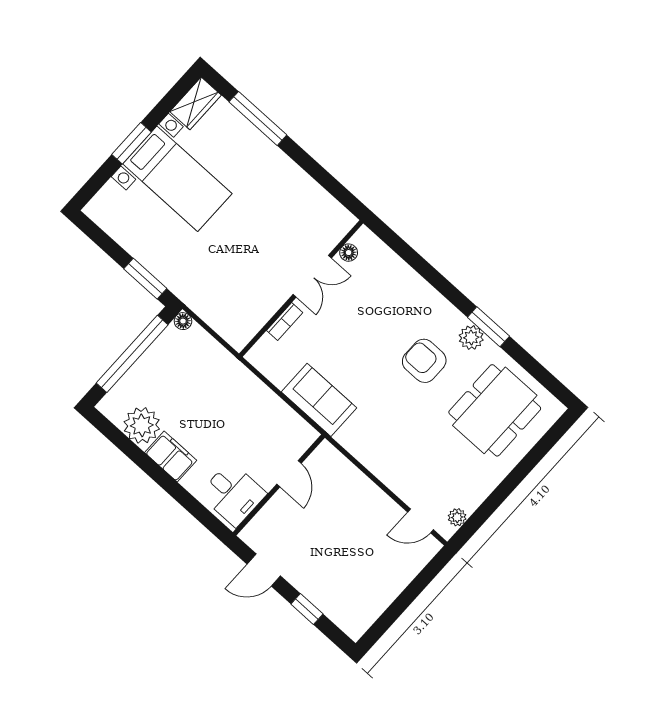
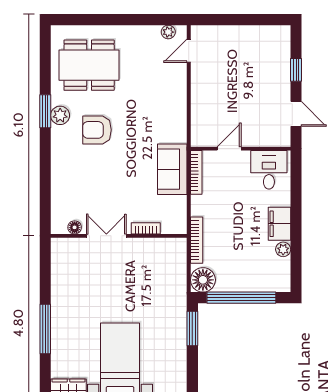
window: (258, 118) -> (45, 329), moved
floor lamp: (183, 321) -> (203, 280), width x1.89, depth x1.89
bookcase: (228, 361) -> (197, 240), added
armchair: (424, 361) -> (97, 130), turned 90
bookcase: (295, 420) -> (196, 172), added
plant: (142, 425) -> (283, 249), width x0.53, depth x0.53
door: (421, 521) -> (189, 51), swing flipped

